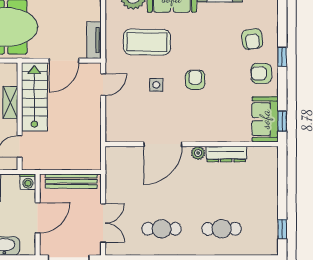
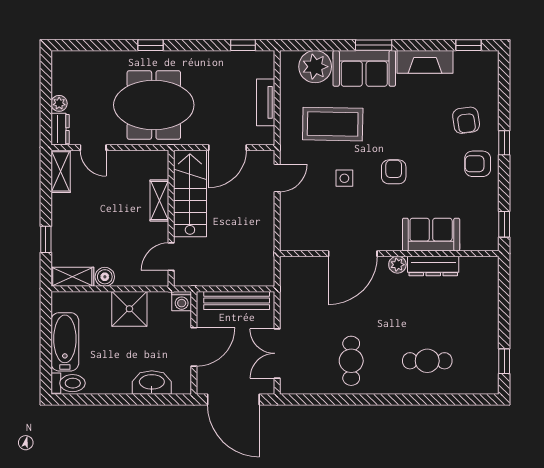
tv unit: (94, 40) -> (266, 102), moved
sofa: (265, 119) -> (431, 235), moved, turned 90
double door: (103, 223) -> (277, 353), swing flipped
cafe table: (162, 229) -> (351, 361), turned 90

